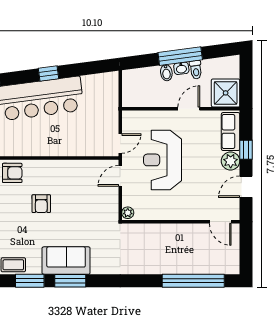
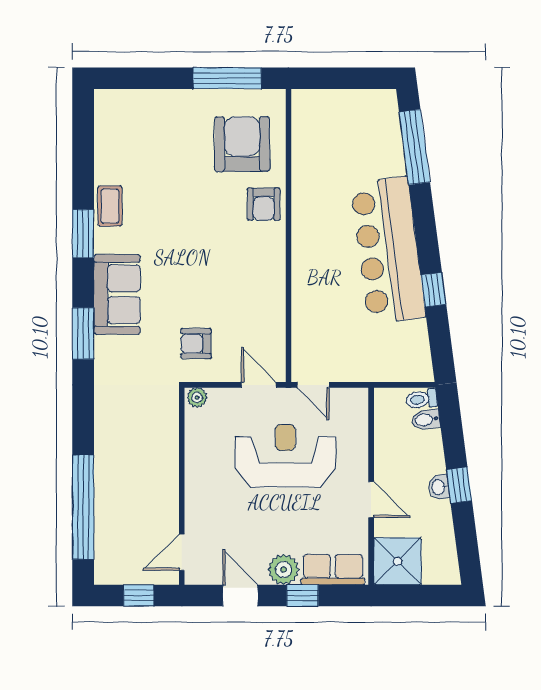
window: (180, 56) -> (459, 485), width x0.46
toilet: (196, 70) -> (422, 399), moved
window: (49, 73) -> (433, 290), moved
bidet: (166, 73) -> (426, 420), moved
armchair: (41, 204) -> (196, 344), moved
window: (246, 248) -> (139, 596), added
window: (70, 281) -> (83, 333), moved

